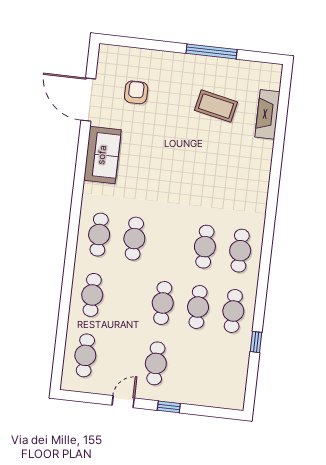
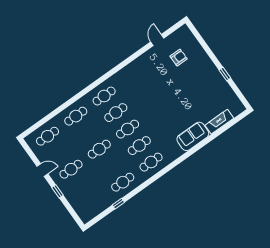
window: (212, 51) -> (225, 74), width x0.46
door: (88, 100) -> (157, 40), width x0.53
coffee table: (216, 106) -> (203, 97), removed
sofa: (102, 155) -> (193, 136), moved, turned 180
cafe table: (198, 307) -> (128, 129), moved

